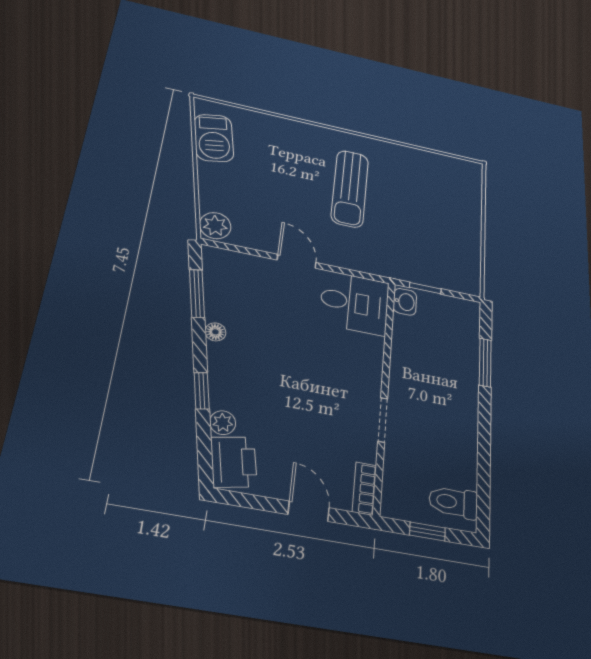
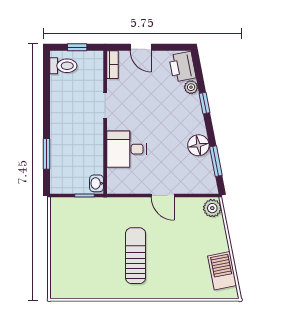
desk: (354, 303) -> (126, 149), moved
floor lamp: (215, 332) -> (198, 145), width x1.89, depth x1.89

